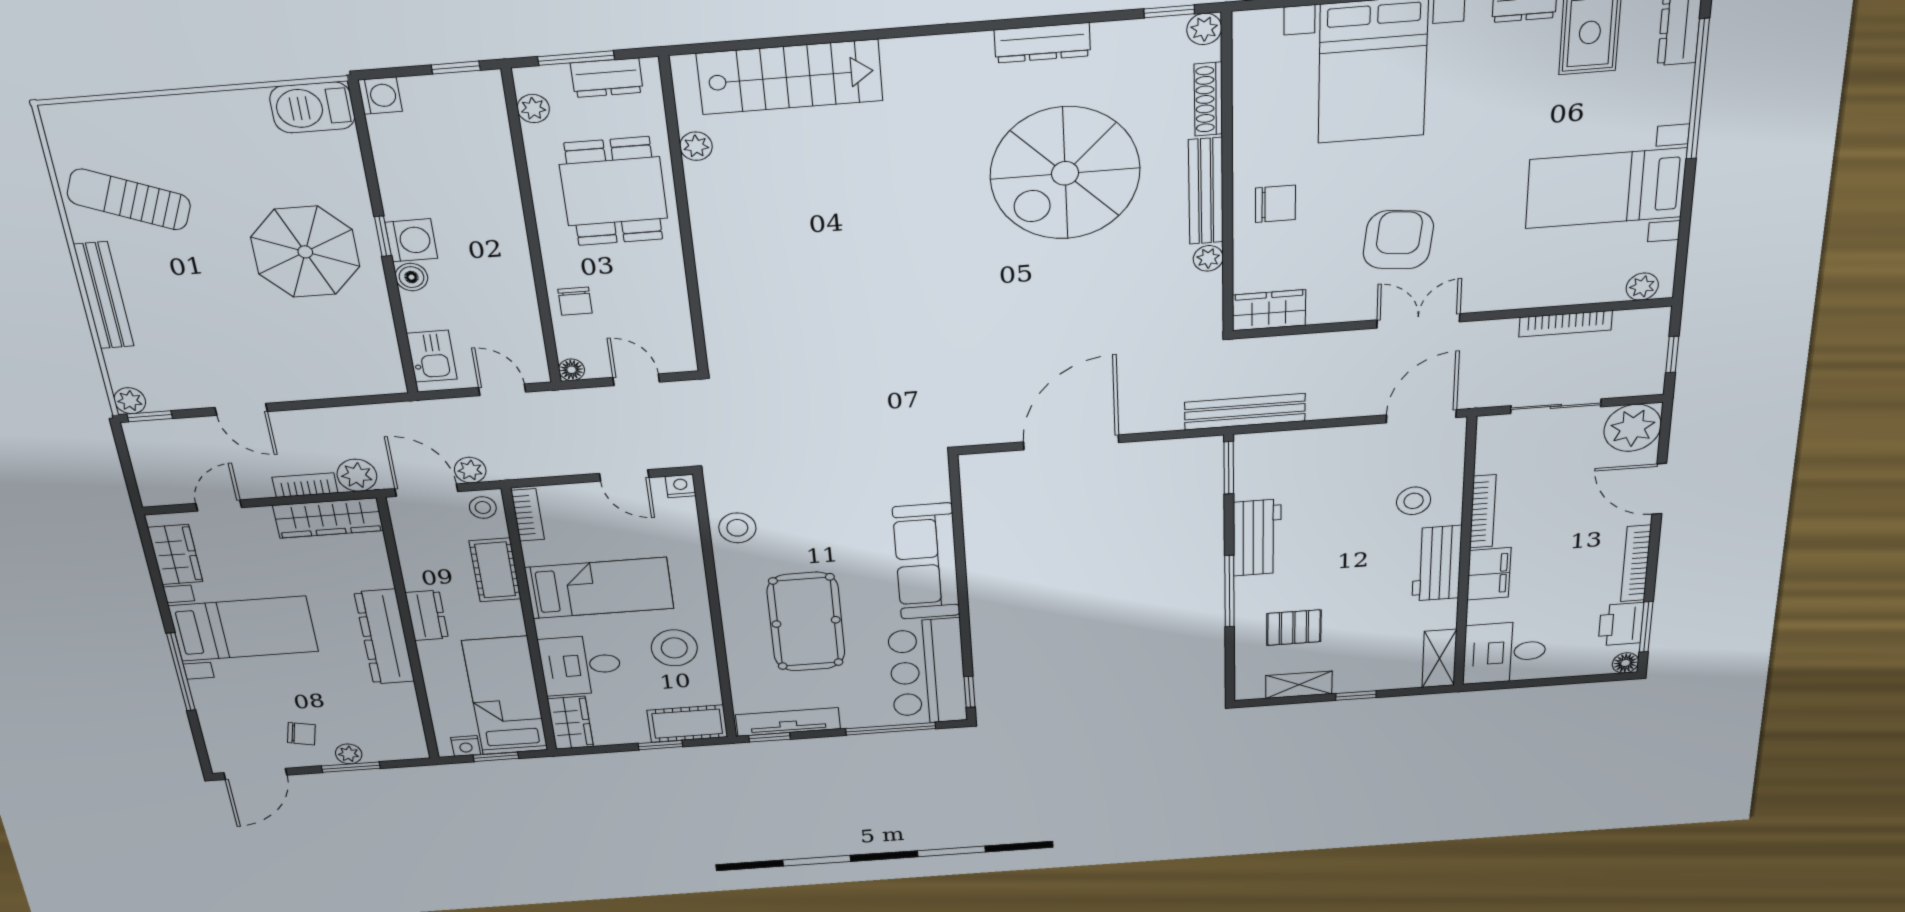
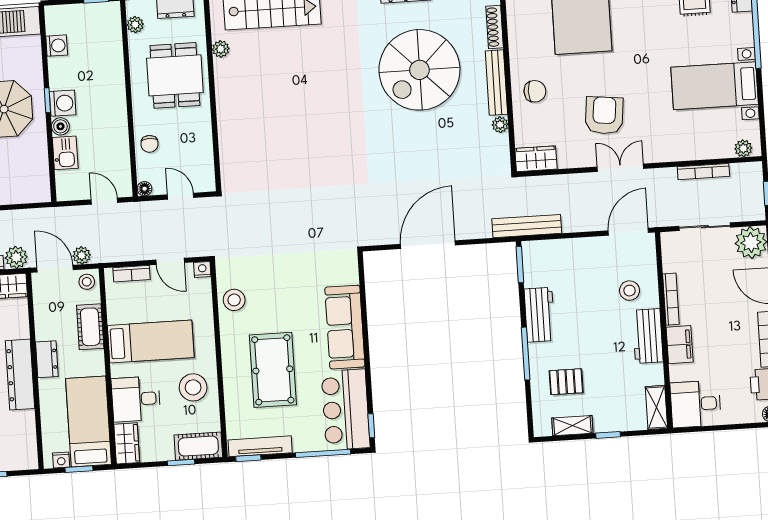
washing machine: (380, 96) -> (57, 46), moved
kitchen sink: (432, 356) -> (65, 153), moved
bookcase: (528, 515) -> (132, 274), moved, turned 90

